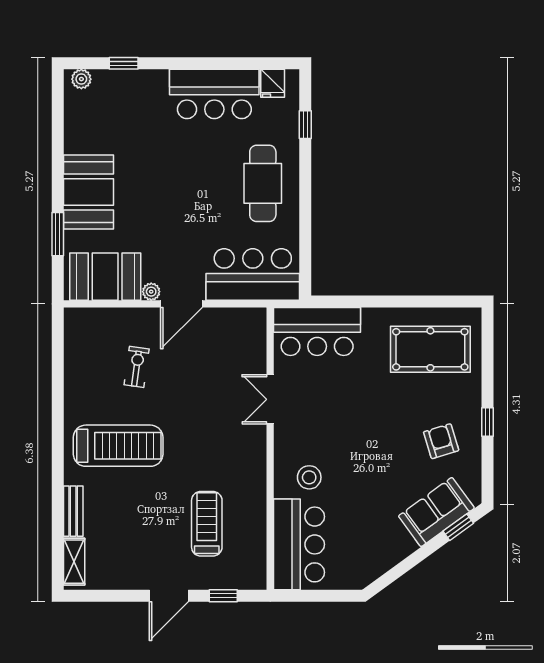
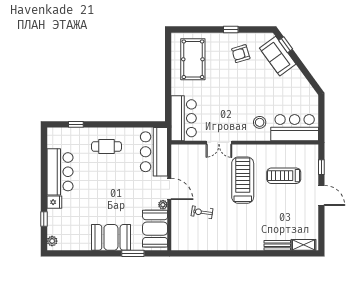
fridge: (273, 83) -> (54, 202), moved
cafe table: (263, 183) -> (107, 147), width x0.73, depth x0.74
treadmill: (118, 446) -> (243, 180), moved

